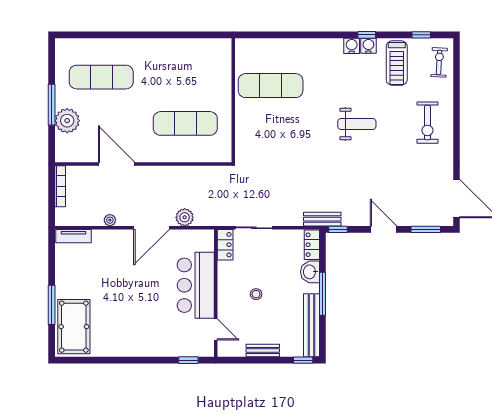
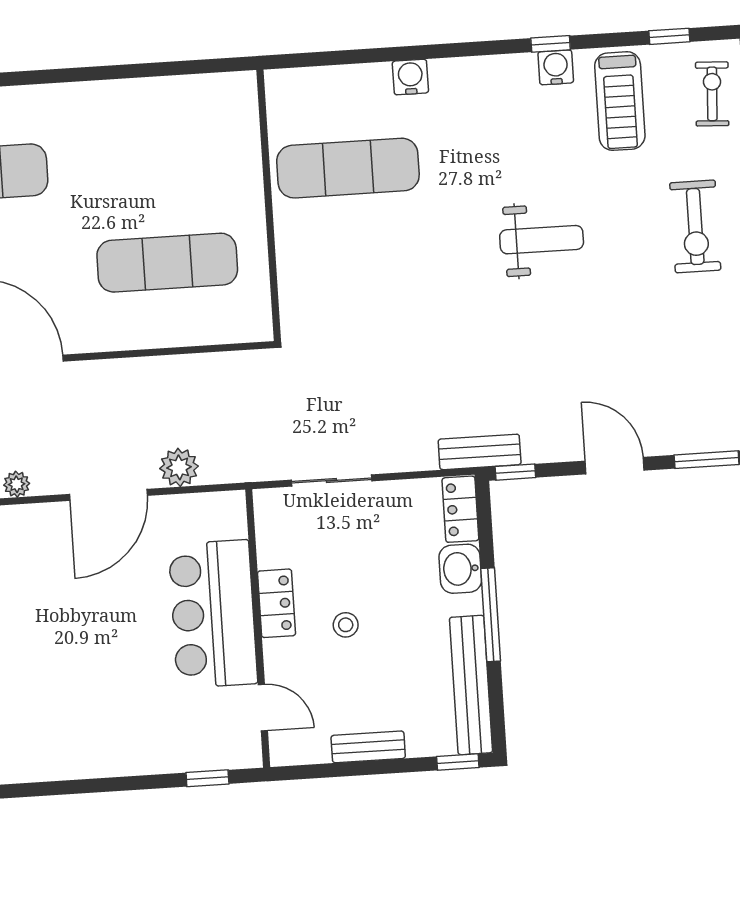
water cooler: (352, 46) -> (410, 77), moved
locker: (225, 245) -> (277, 603), moved

